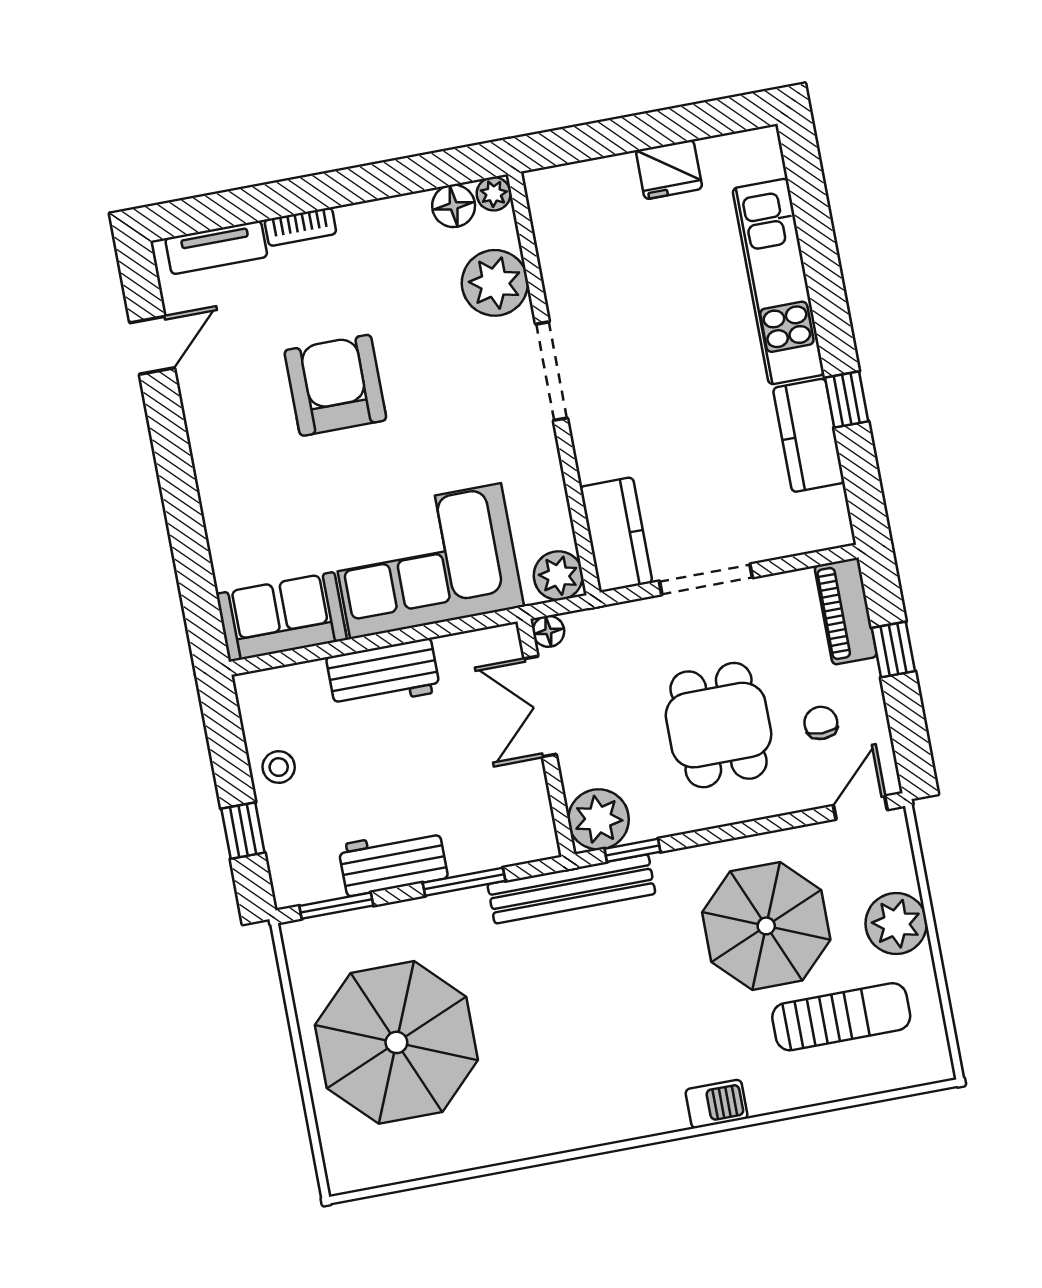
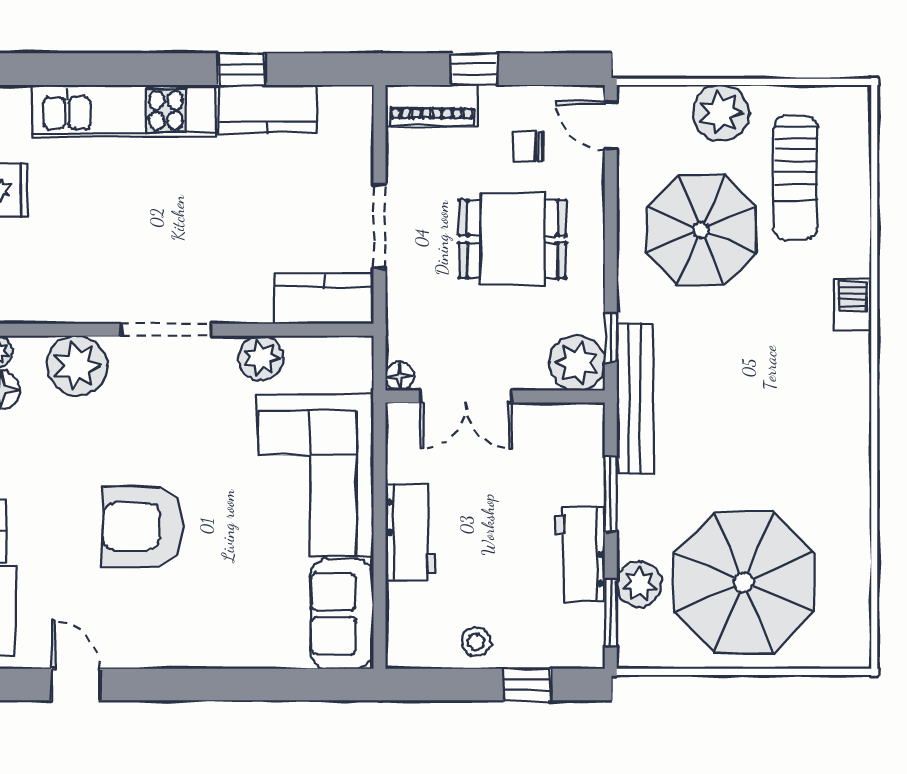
plant: (558, 576) -> (261, 358), moved
plant: (373, 930) -> (639, 584), added
sun lounger: (841, 1017) -> (796, 178), turned 180

